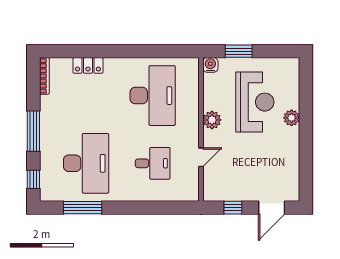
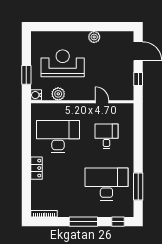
locker: (88, 65) -> (36, 168), moved
plant: (292, 118) -> (94, 37), moved
plant: (212, 120) -> (58, 94), moved

